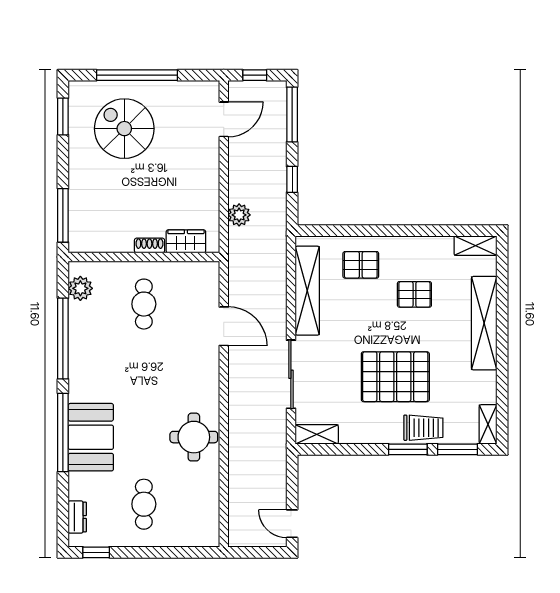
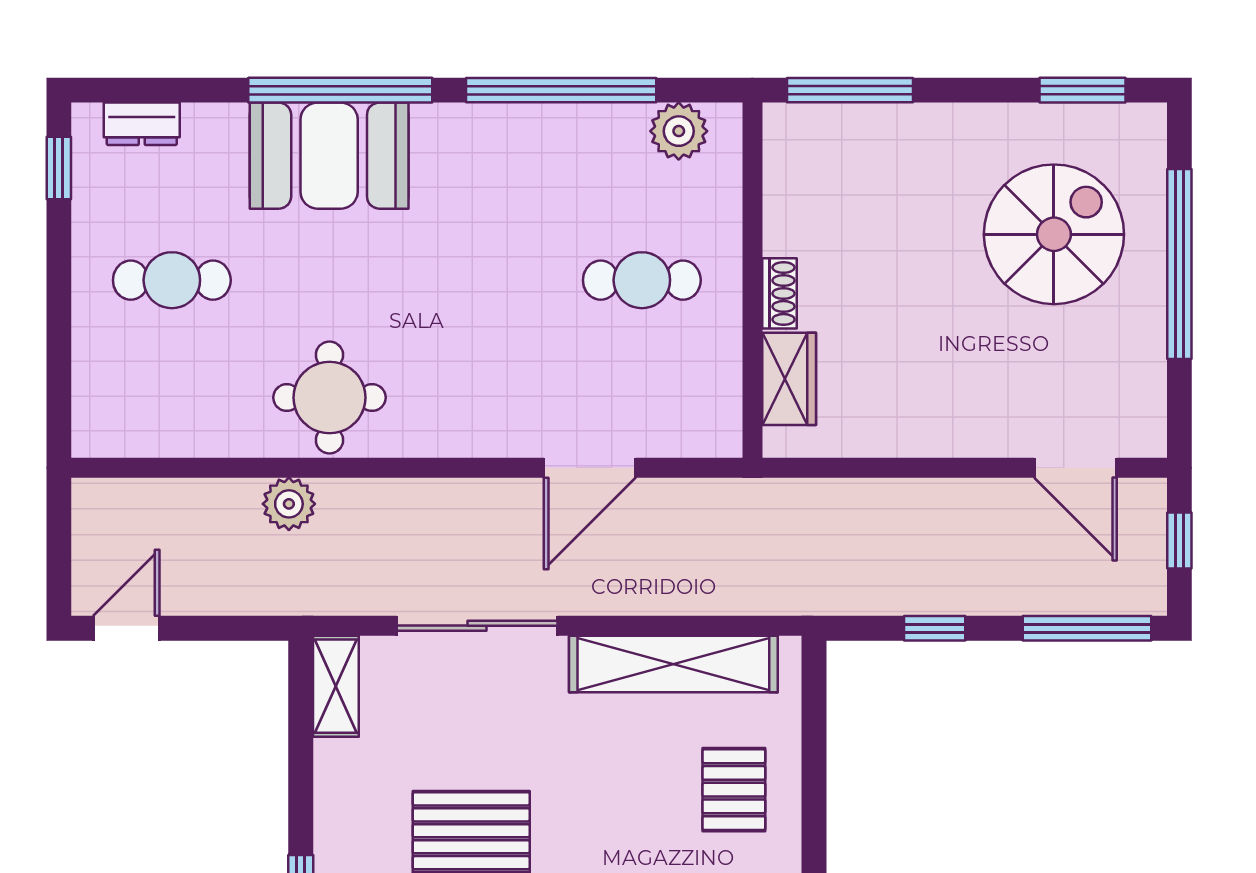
plant: (239, 215) -> (289, 504), moved

